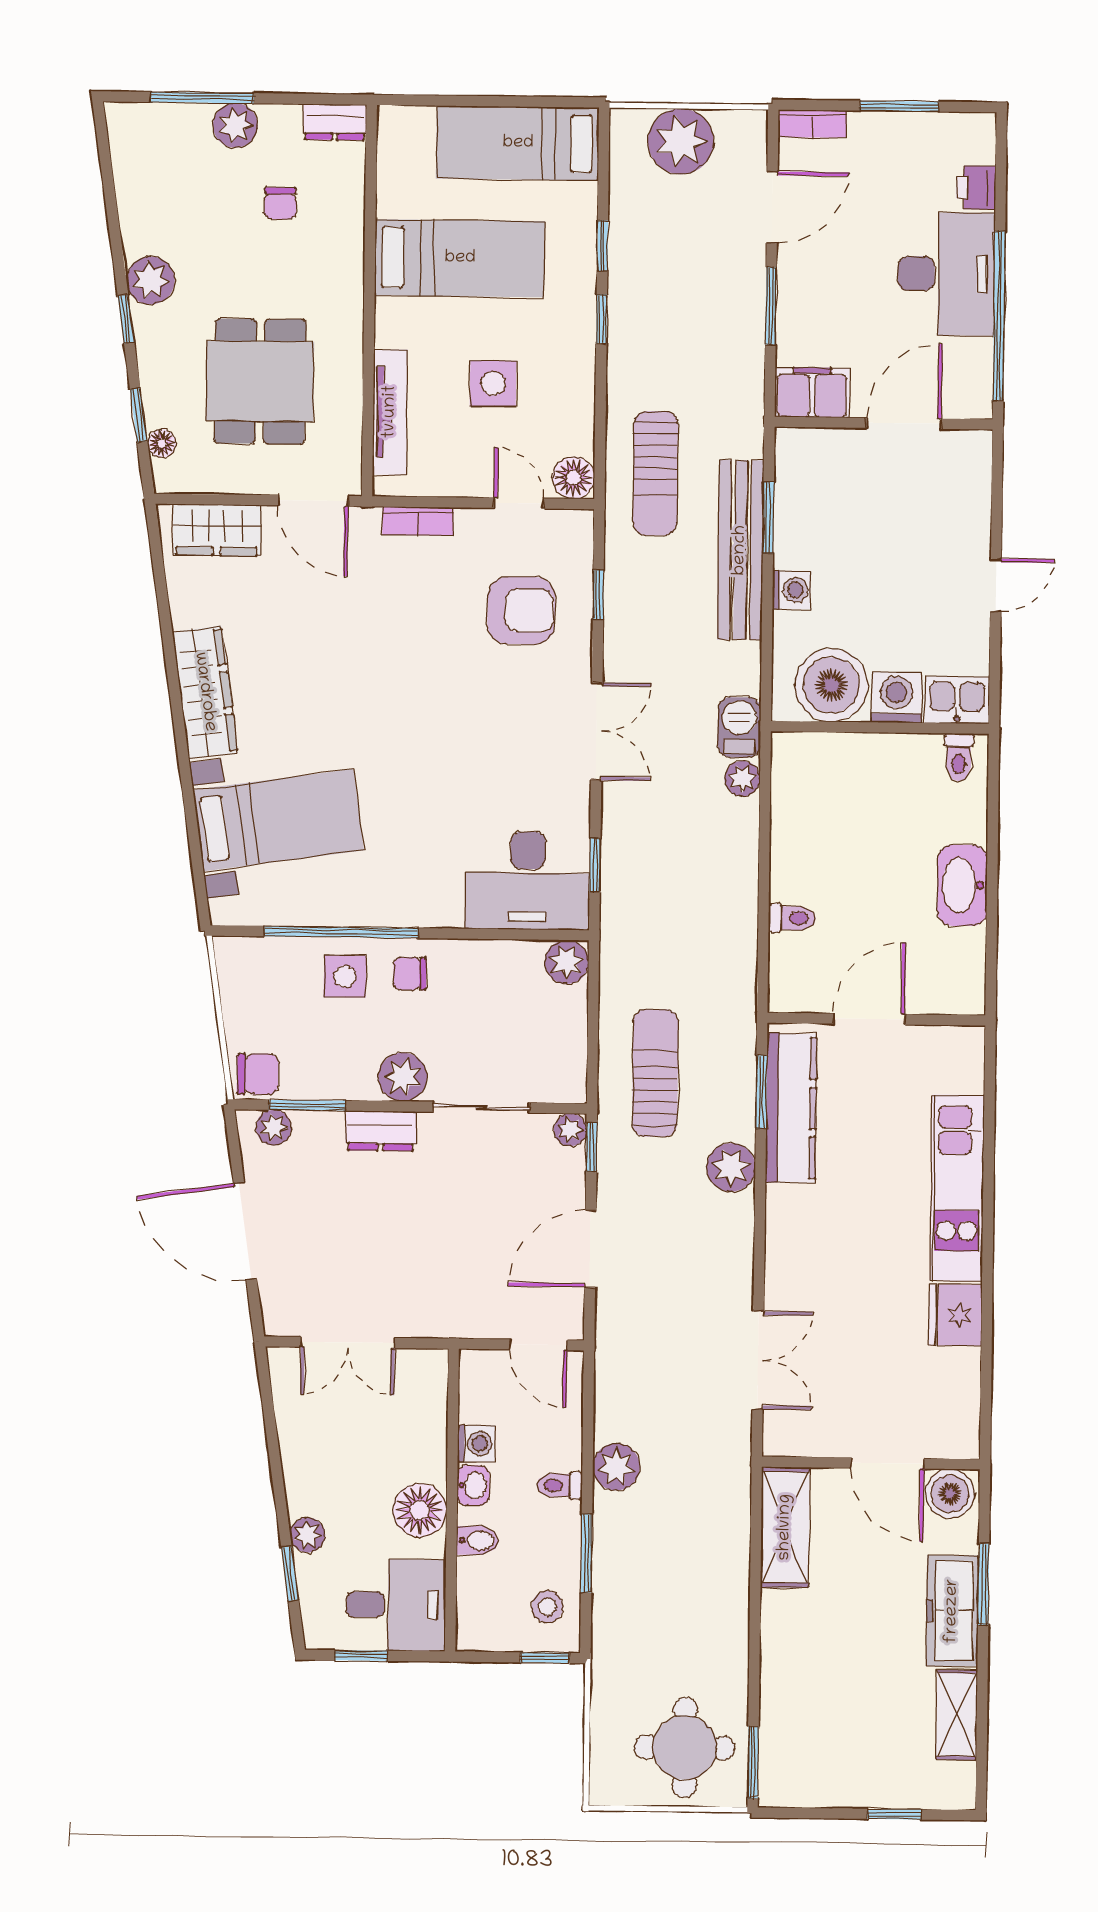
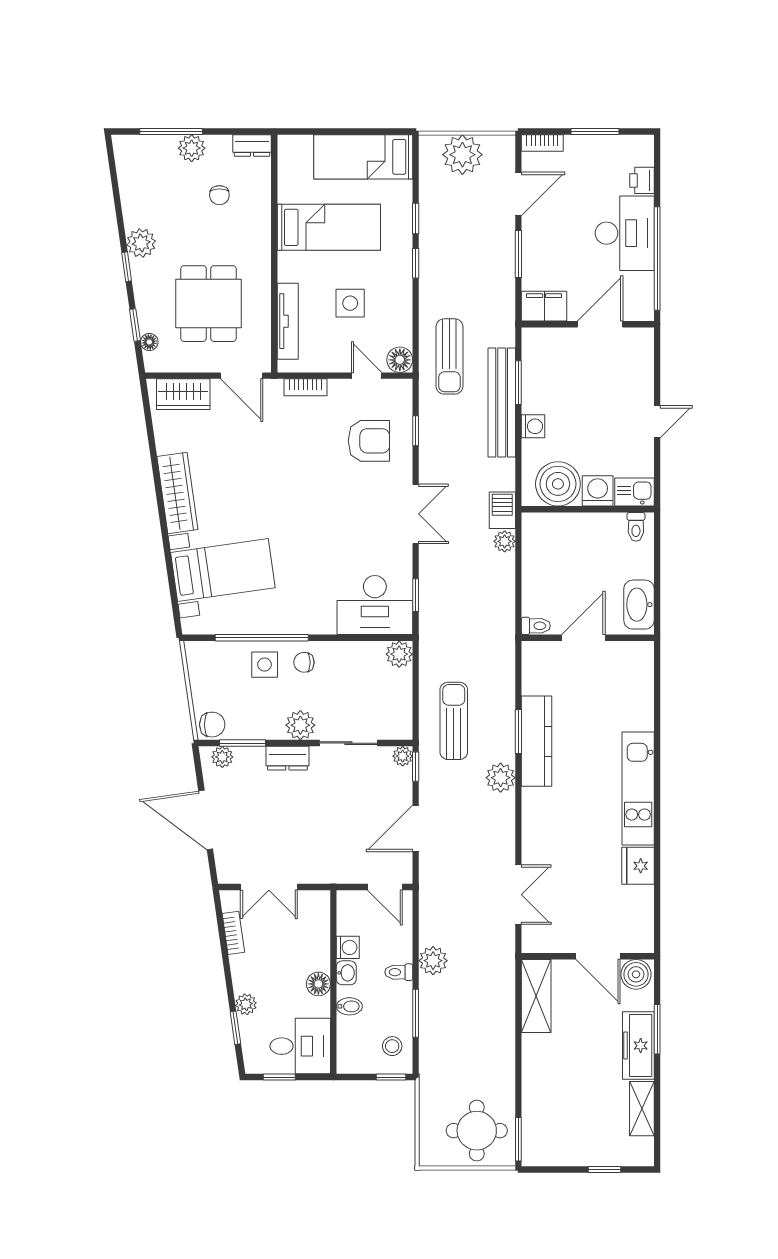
door: (869, 1019) -> (583, 638), moved
wall: (876, 1019) -> (588, 638), moved
bookcase: (288, 1417) -> (233, 933), added
floor lamp: (420, 1510) -> (318, 984), width x0.73, depth x0.73

